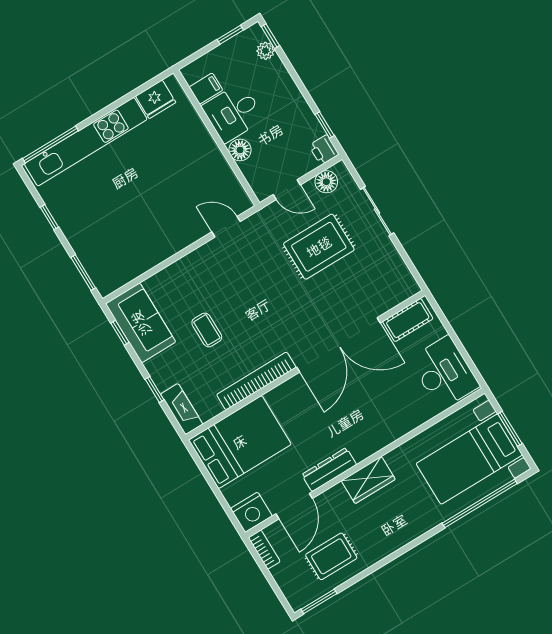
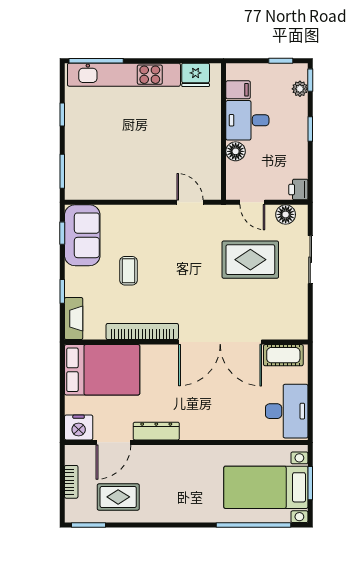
window: (325, 125) -> (310, 129), moved
wardrobe: (368, 480) -> (181, 457), removed
bookcase: (264, 550) -> (71, 482), moved

